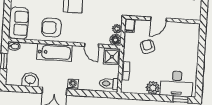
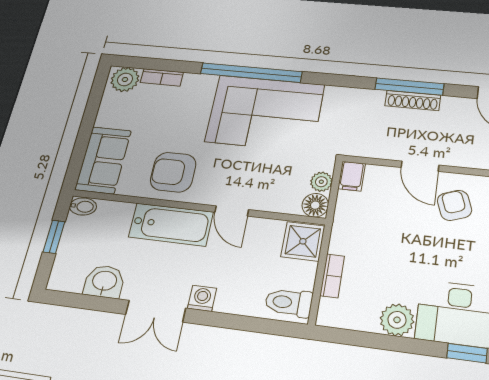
door: (158, 19) -> (420, 166), hinge flipped
door: (92, 45) -> (232, 211), moved
armchair: (147, 47) -> (454, 205), moved

